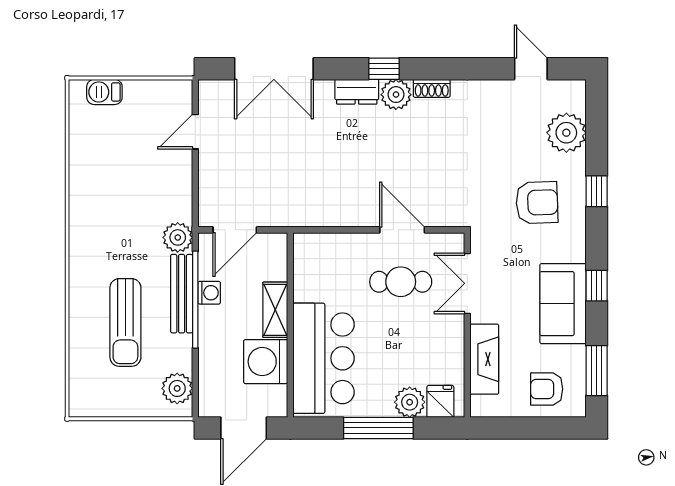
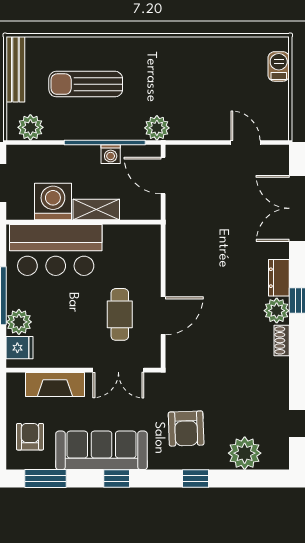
double door: (467, 283) -> (118, 370), swing flipped
bench: (182, 294) -> (15, 69), moved, turned 90
sofa: (563, 304) -> (101, 450), width x1.36

